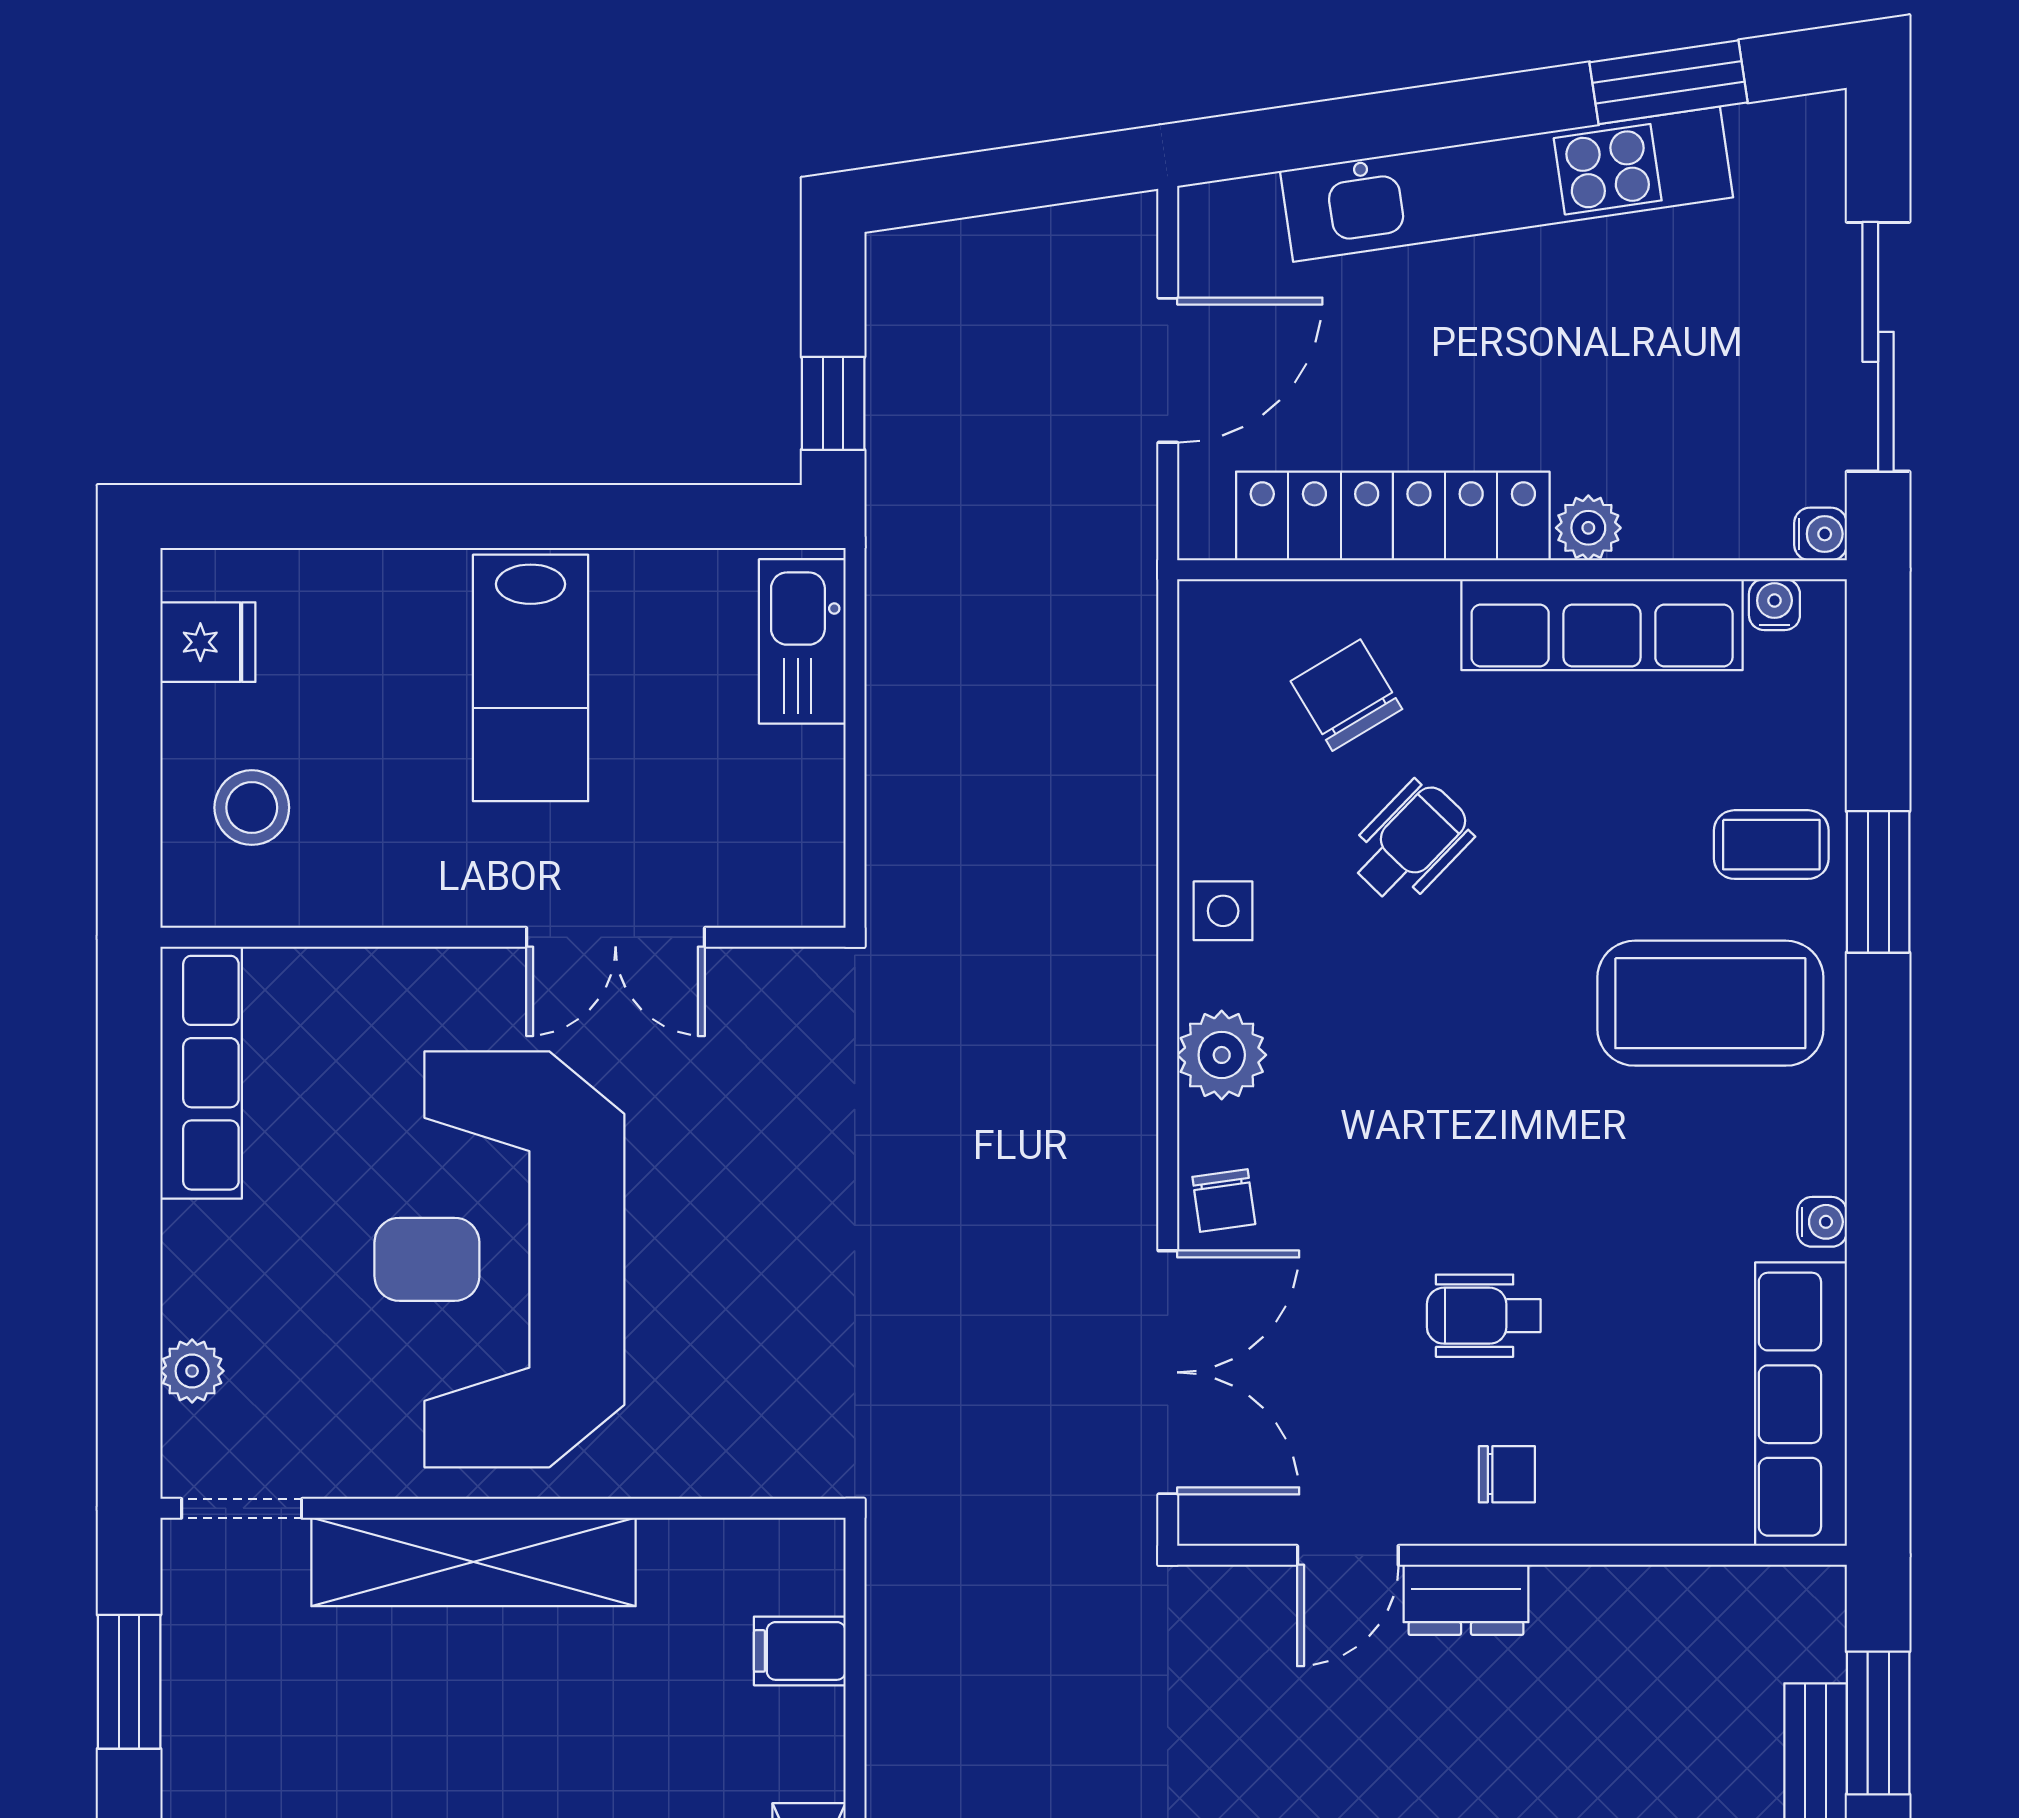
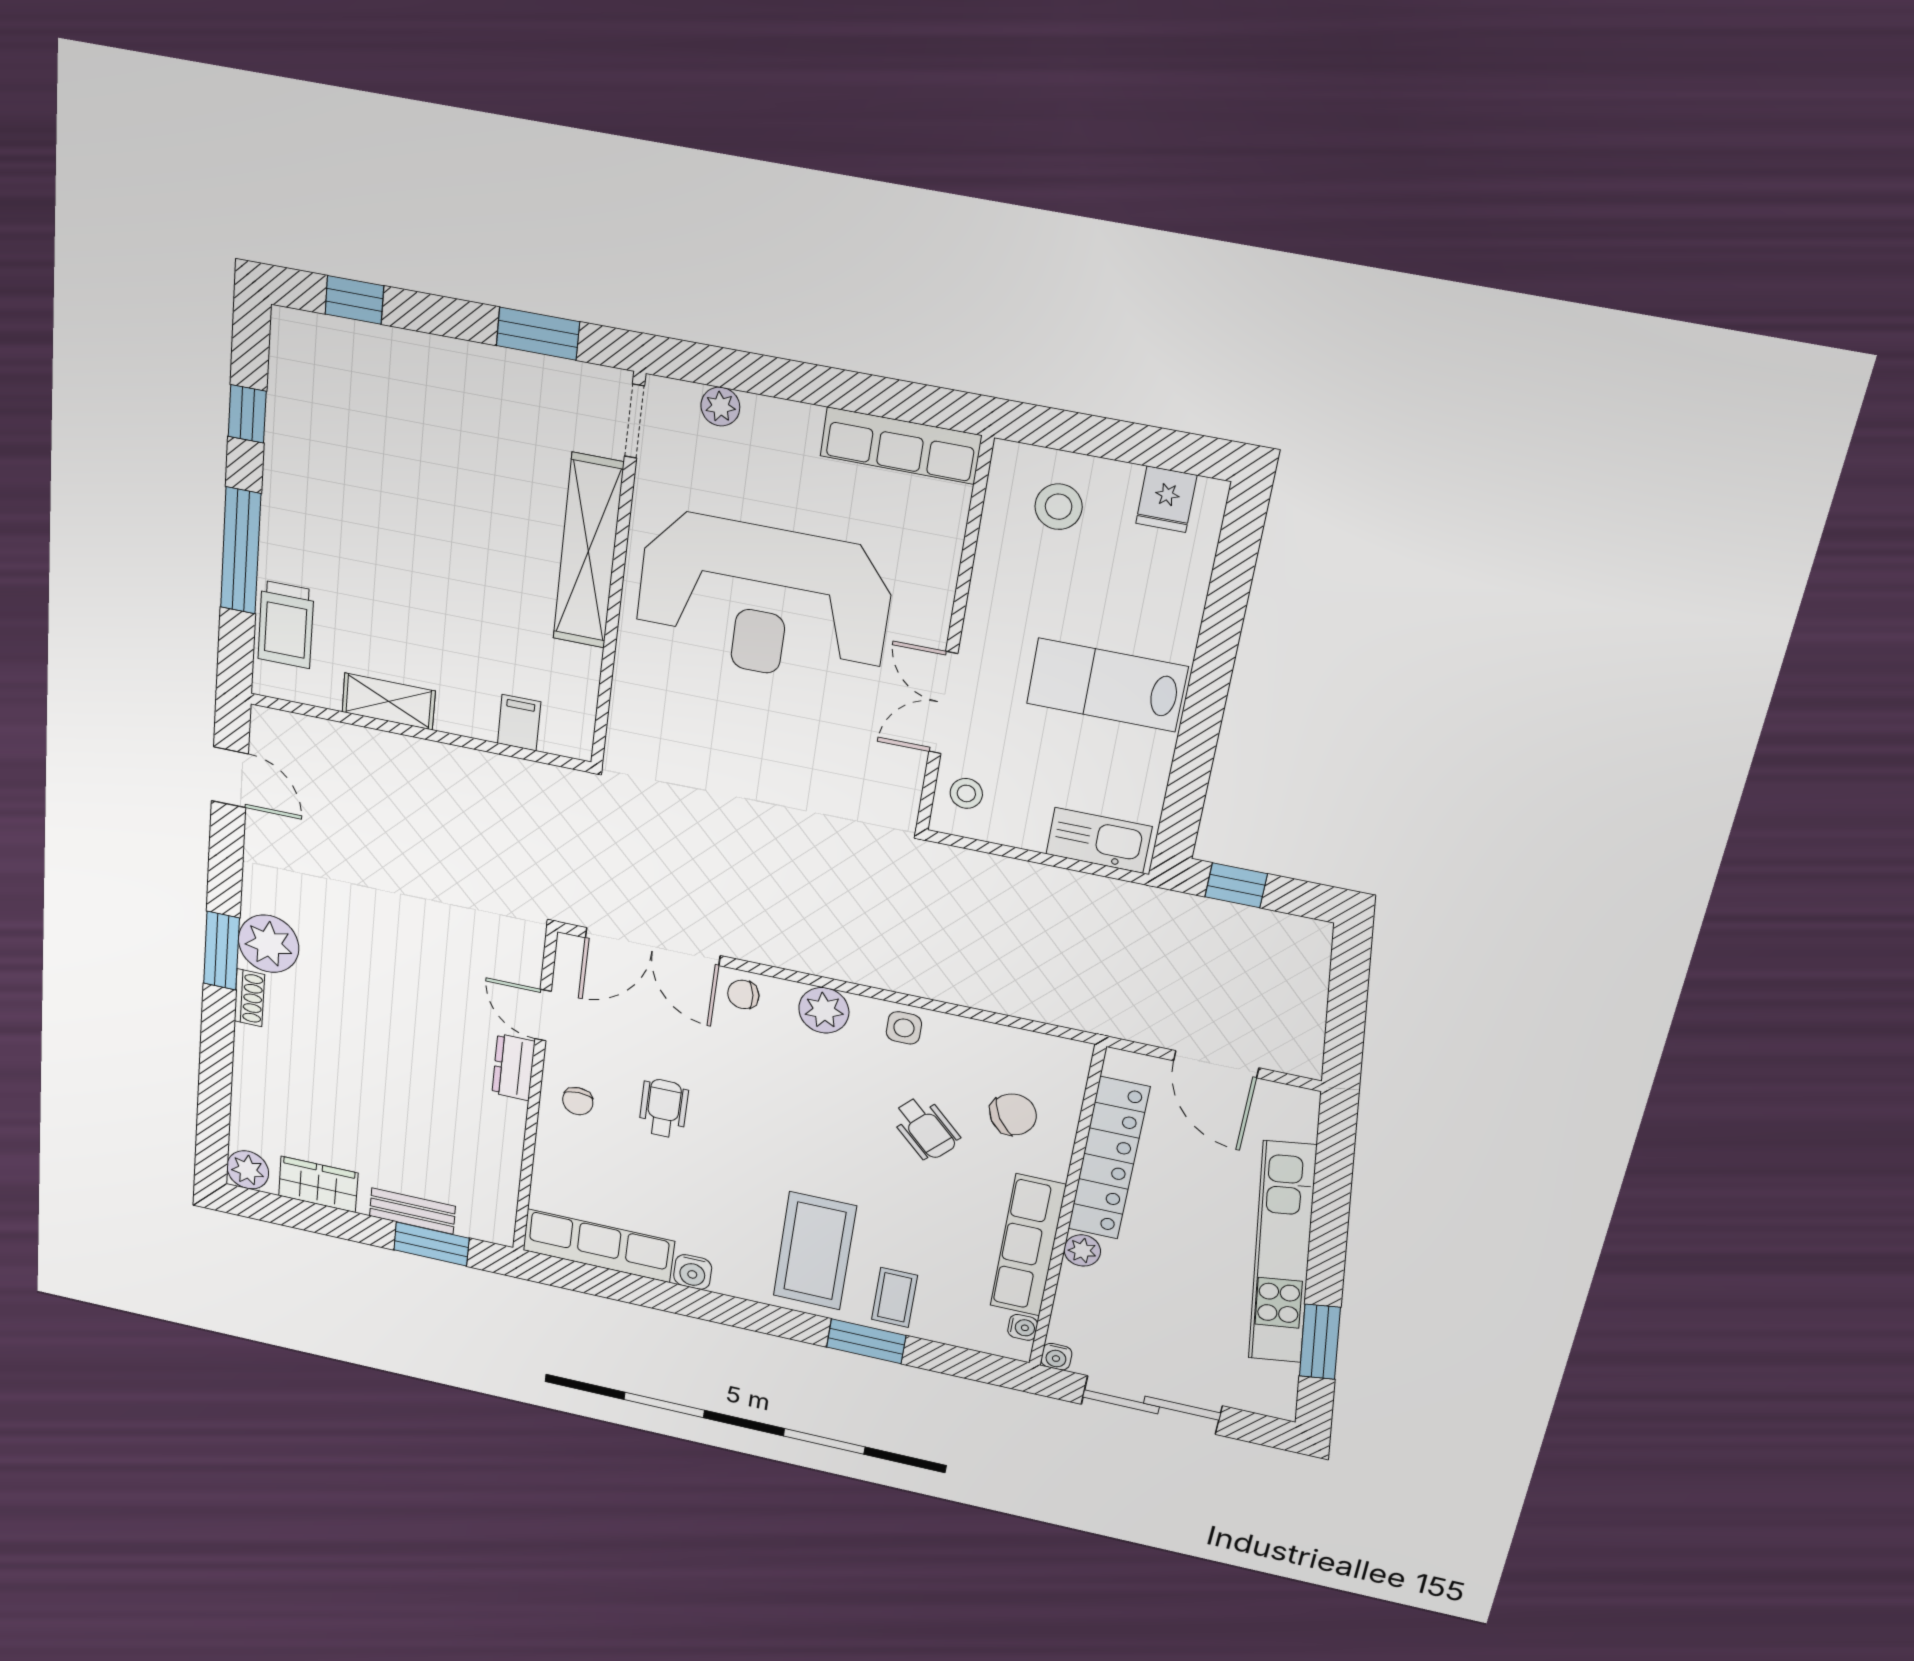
stool: (766, 874) -> (966, 793), added
water cooler: (1822, 1222) -> (693, 1272), width x1.38, depth x1.38
reception desk: (499, 1259) -> (763, 600), turned 180

